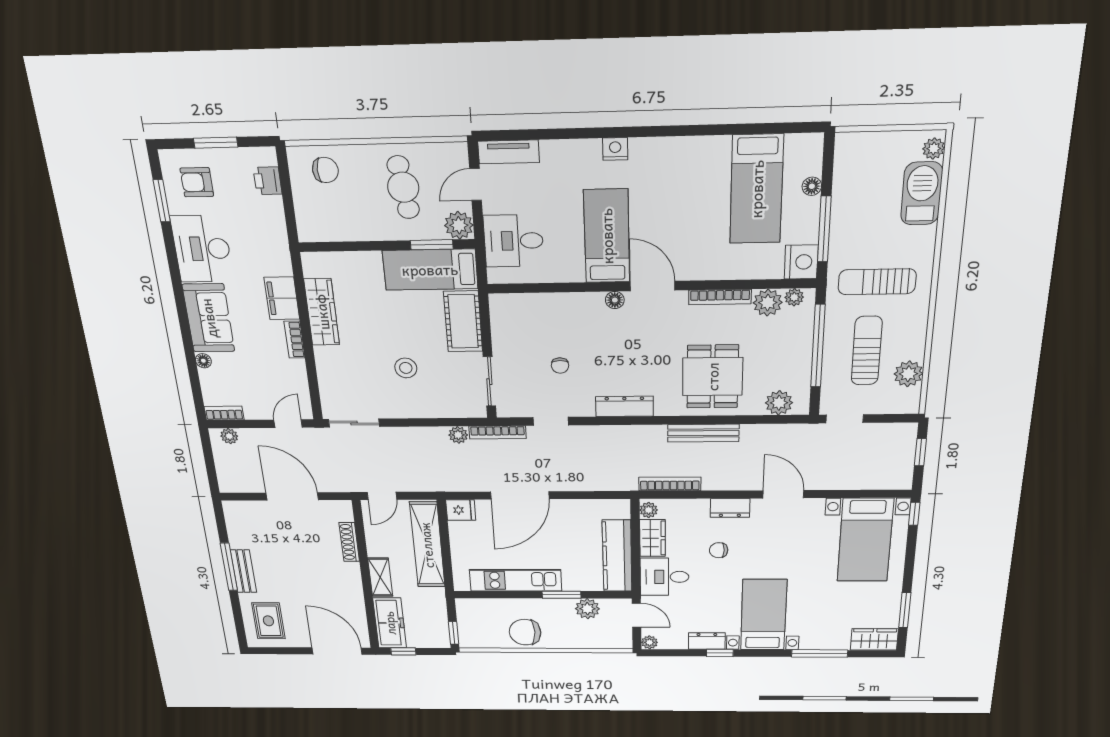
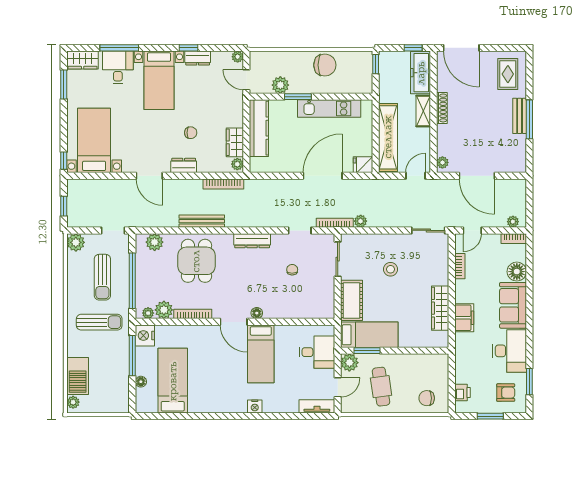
bookcase: (295, 340) -> (460, 266), moved
floor lamp: (203, 361) -> (517, 272), width x1.89, depth x1.89
plant: (908, 374) -> (76, 242), moved
plant: (345, 513) -> (442, 162), added
shoe rack: (349, 542) -> (442, 108), moved
desk: (664, 577) -> (118, 67), moved, turned -90

